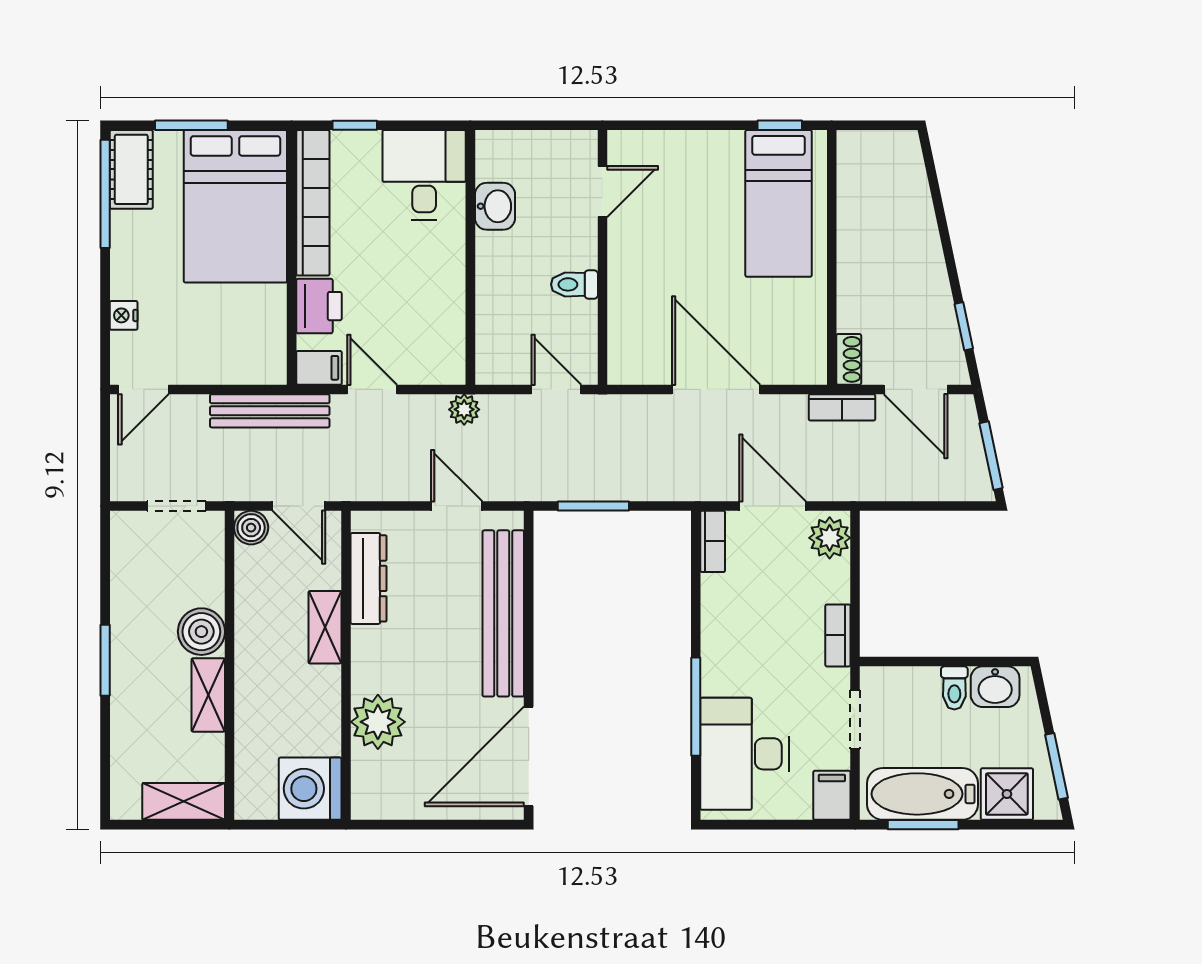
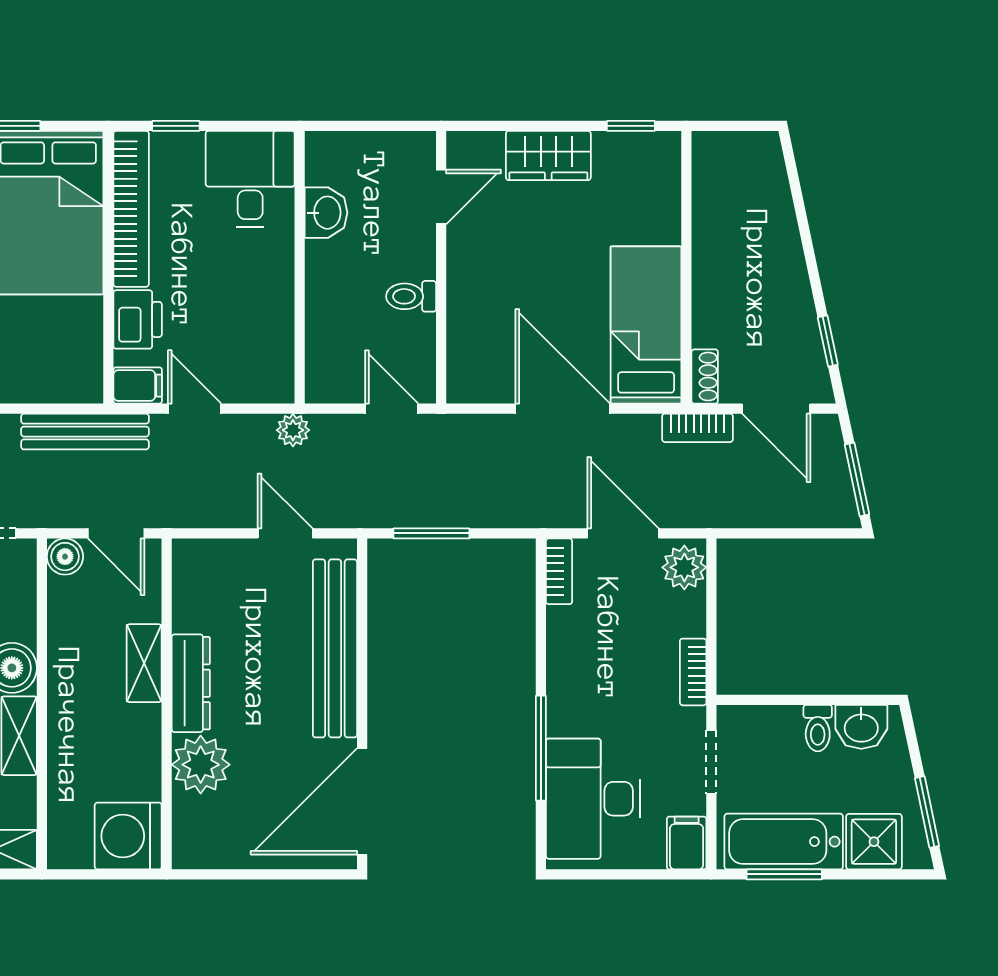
wardrobe: (703, 153) -> (548, 156), added
bed: (779, 203) -> (646, 325), moved, turned 180
dresser: (369, 578) -> (191, 683), moved

